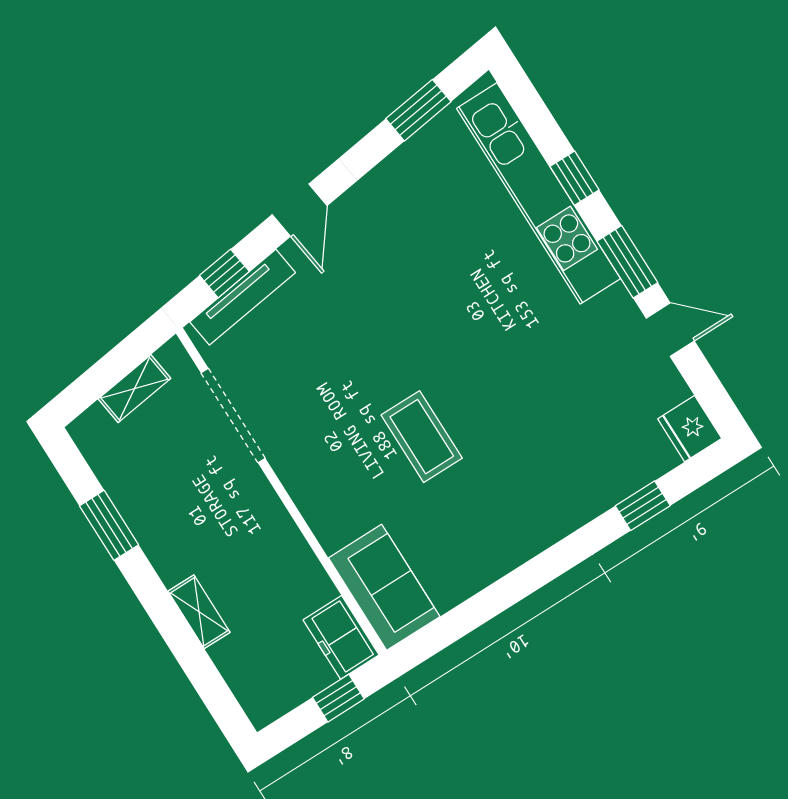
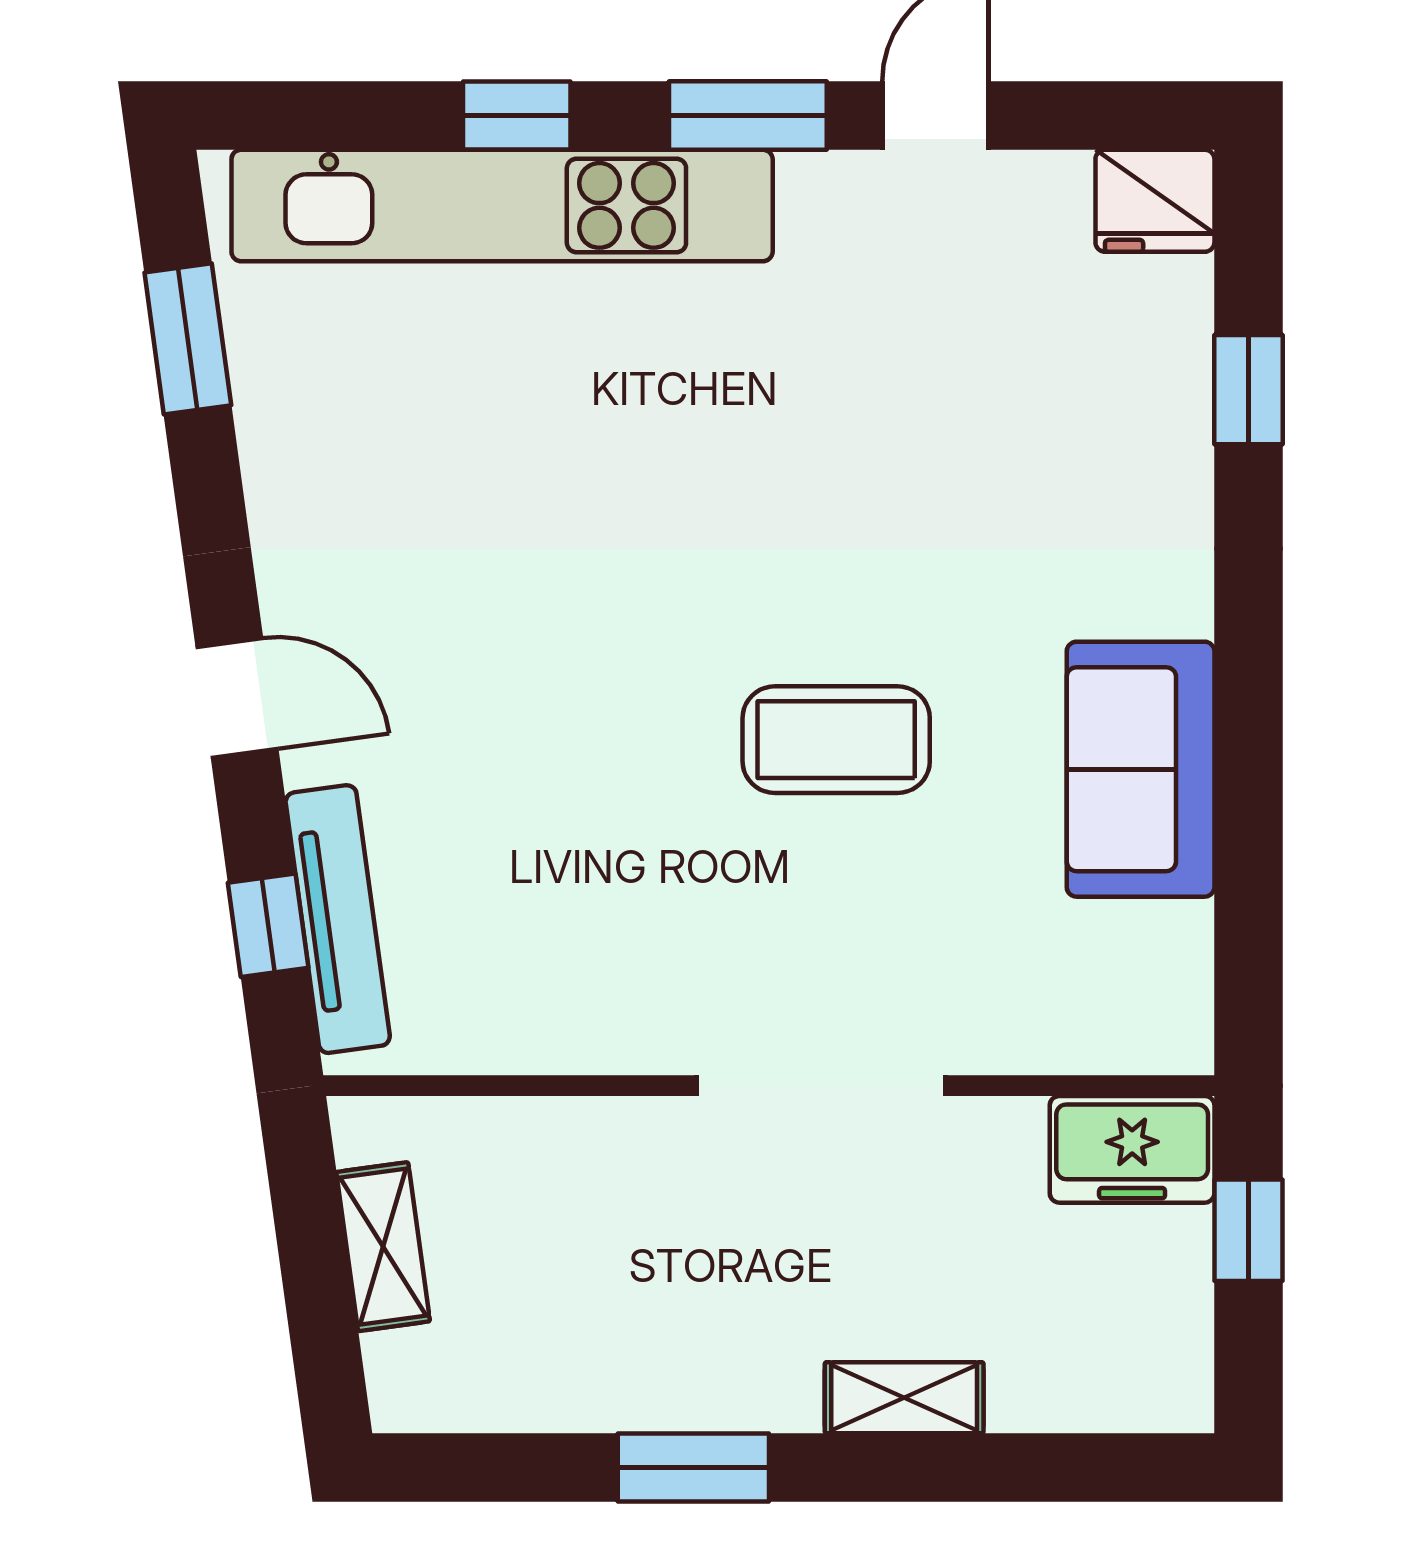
doorway: (233, 416) -> (821, 1086), moved
window: (109, 525) -> (693, 1468), moved
sofa: (384, 587) -> (1141, 769), moved, turned -90

